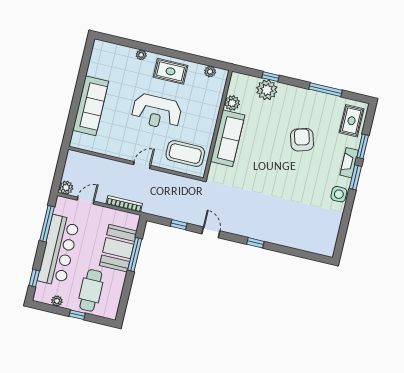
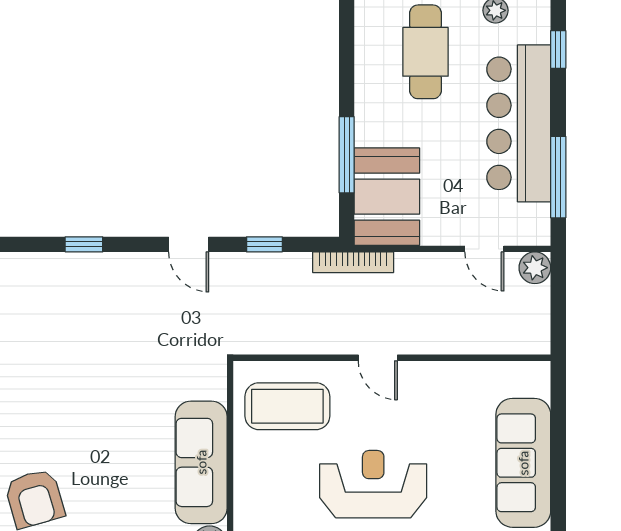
door: (142, 165) -> (378, 358), hinge flipped
door: (86, 201) -> (484, 249), hinge flipped
bookcase: (124, 204) -> (353, 262), moved
booth: (118, 248) -> (387, 197), moved

